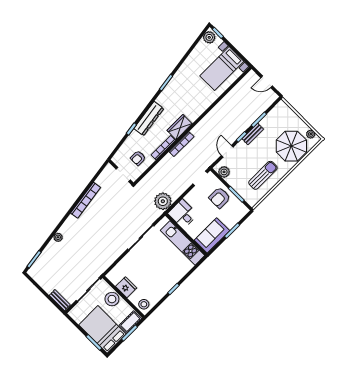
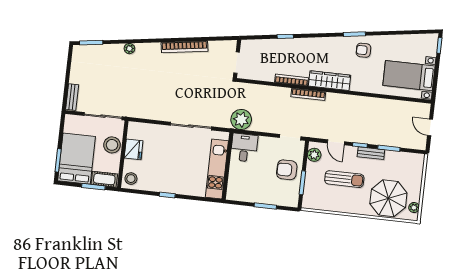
plant: (209, 37) -> (429, 41), removed
dresser: (149, 119) -> (308, 45), removed
wardrobe: (180, 127) -> (330, 81), width x1.50
door: (227, 151) -> (336, 142), swing flipped
armchair: (138, 158) -> (363, 50), moved
sun lounger: (263, 175) -> (344, 179), moved
sofa: (212, 235) -> (246, 191), removed

